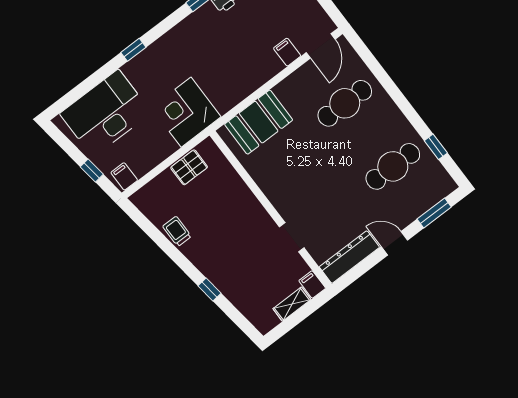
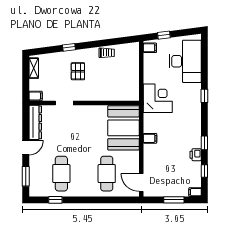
filing cabinet: (287, 52) -> (150, 138), moved
booth: (259, 122) -> (123, 128), width x1.36, depth x1.42
pallet: (189, 167) -> (78, 71), moved
shelving: (292, 304) -> (34, 68), moved

